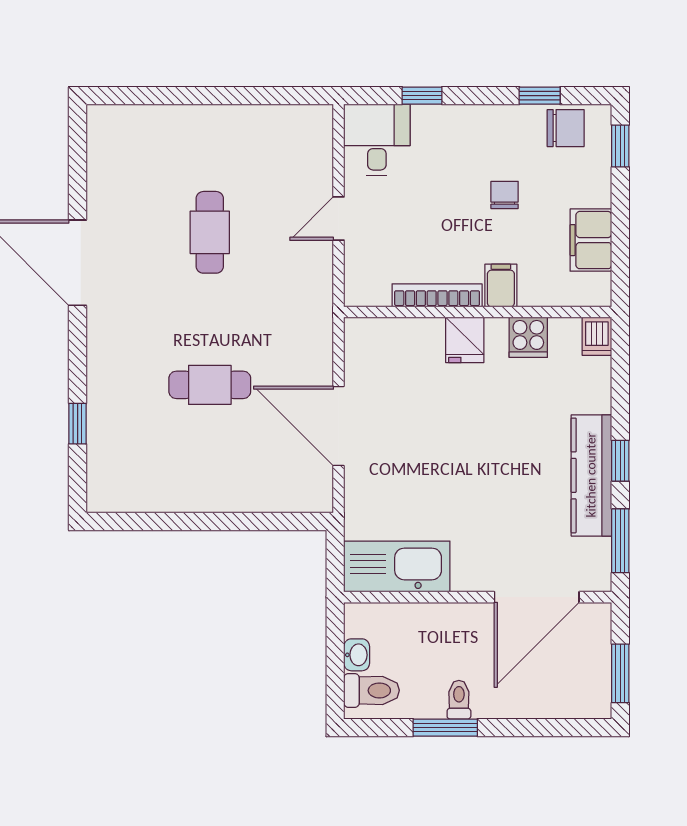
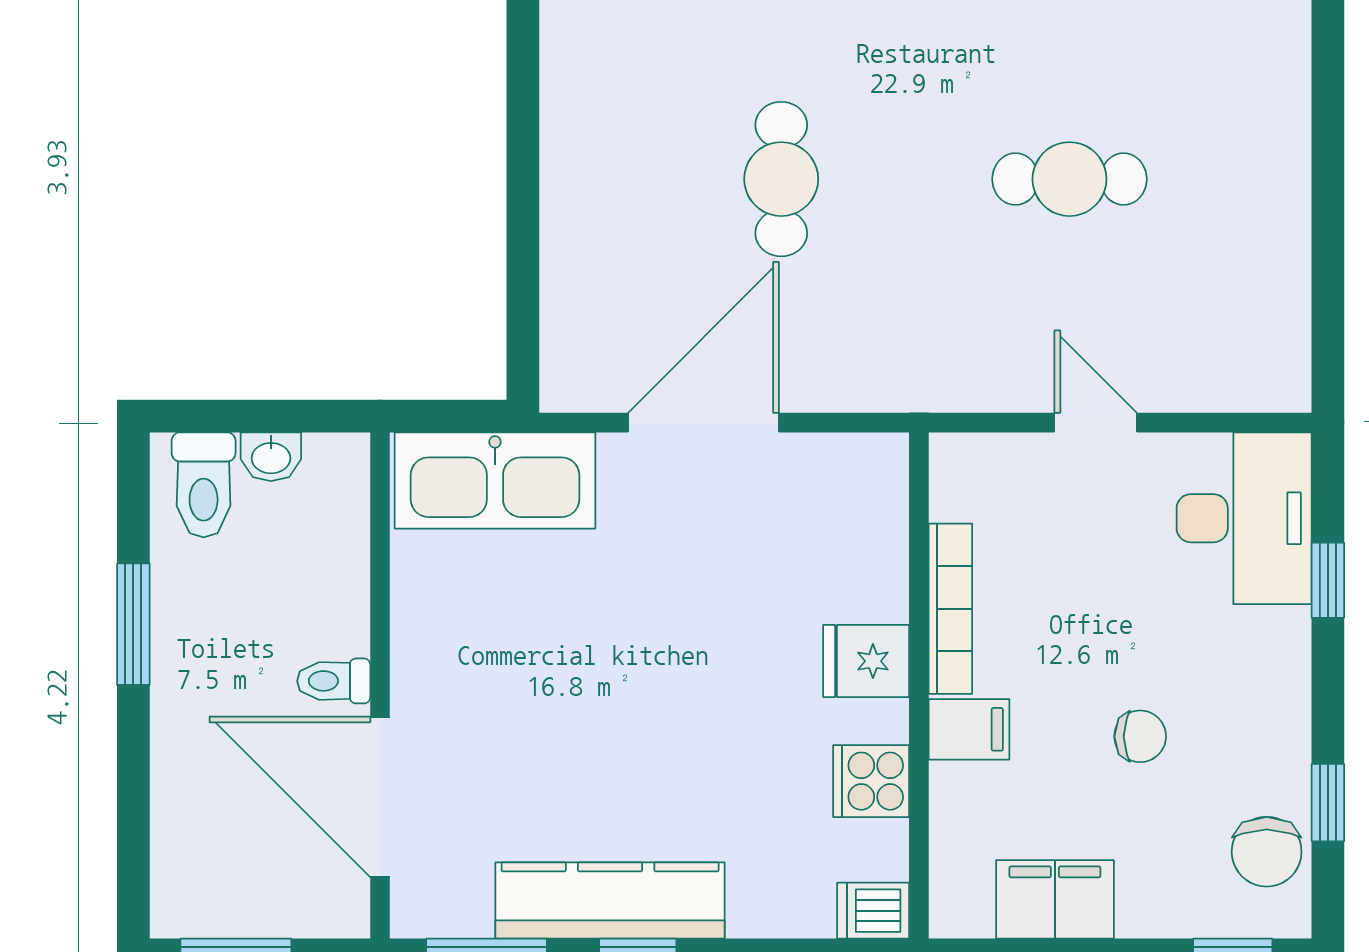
desk: (377, 140) -> (1244, 518), width x1.37
kitchen sink: (397, 566) -> (495, 480), moved, turned 90
toilet: (459, 700) -> (334, 681), moved, turned 180

